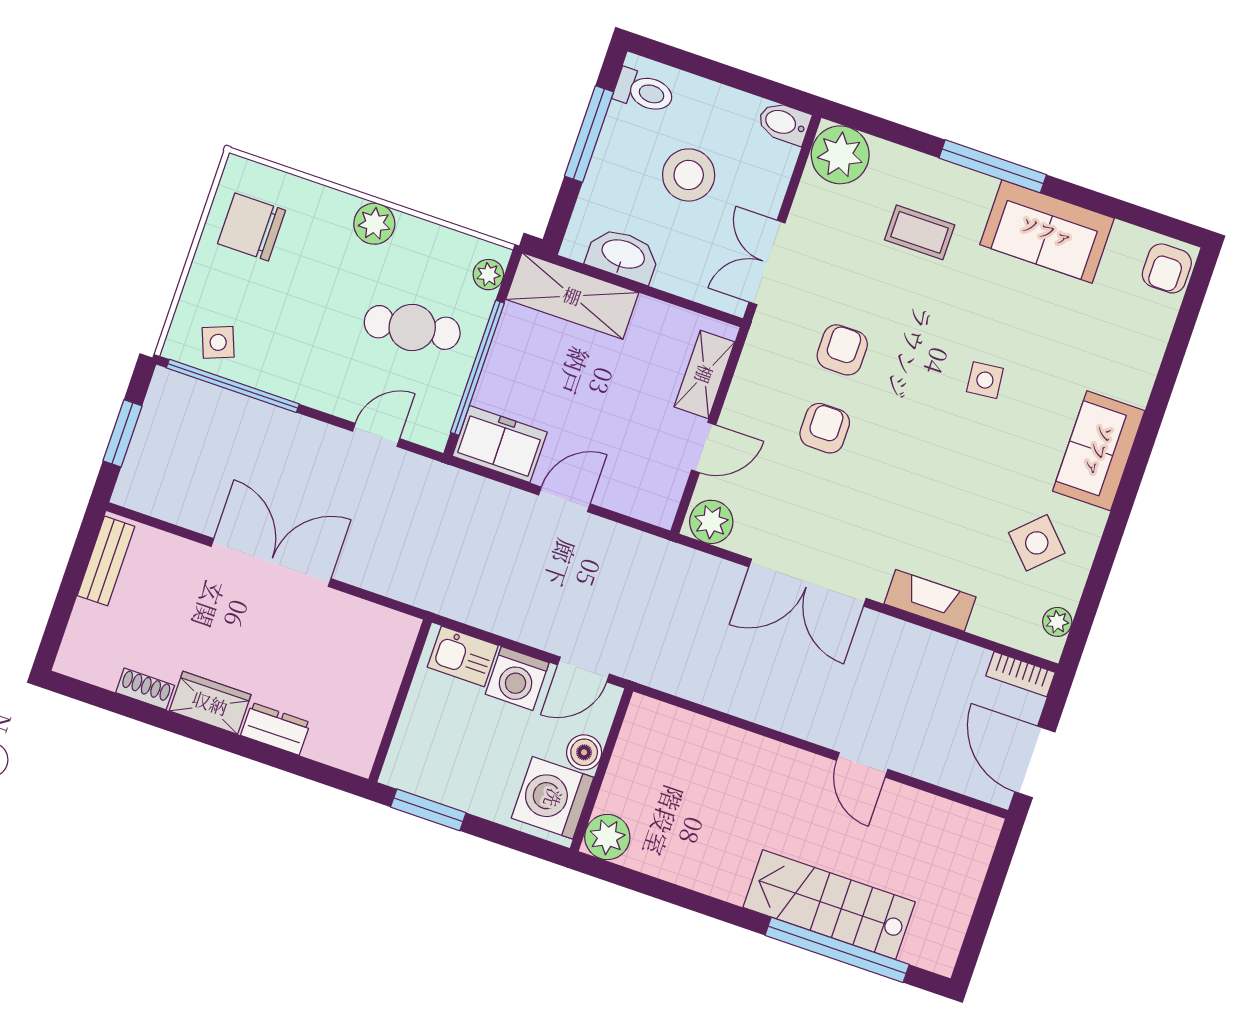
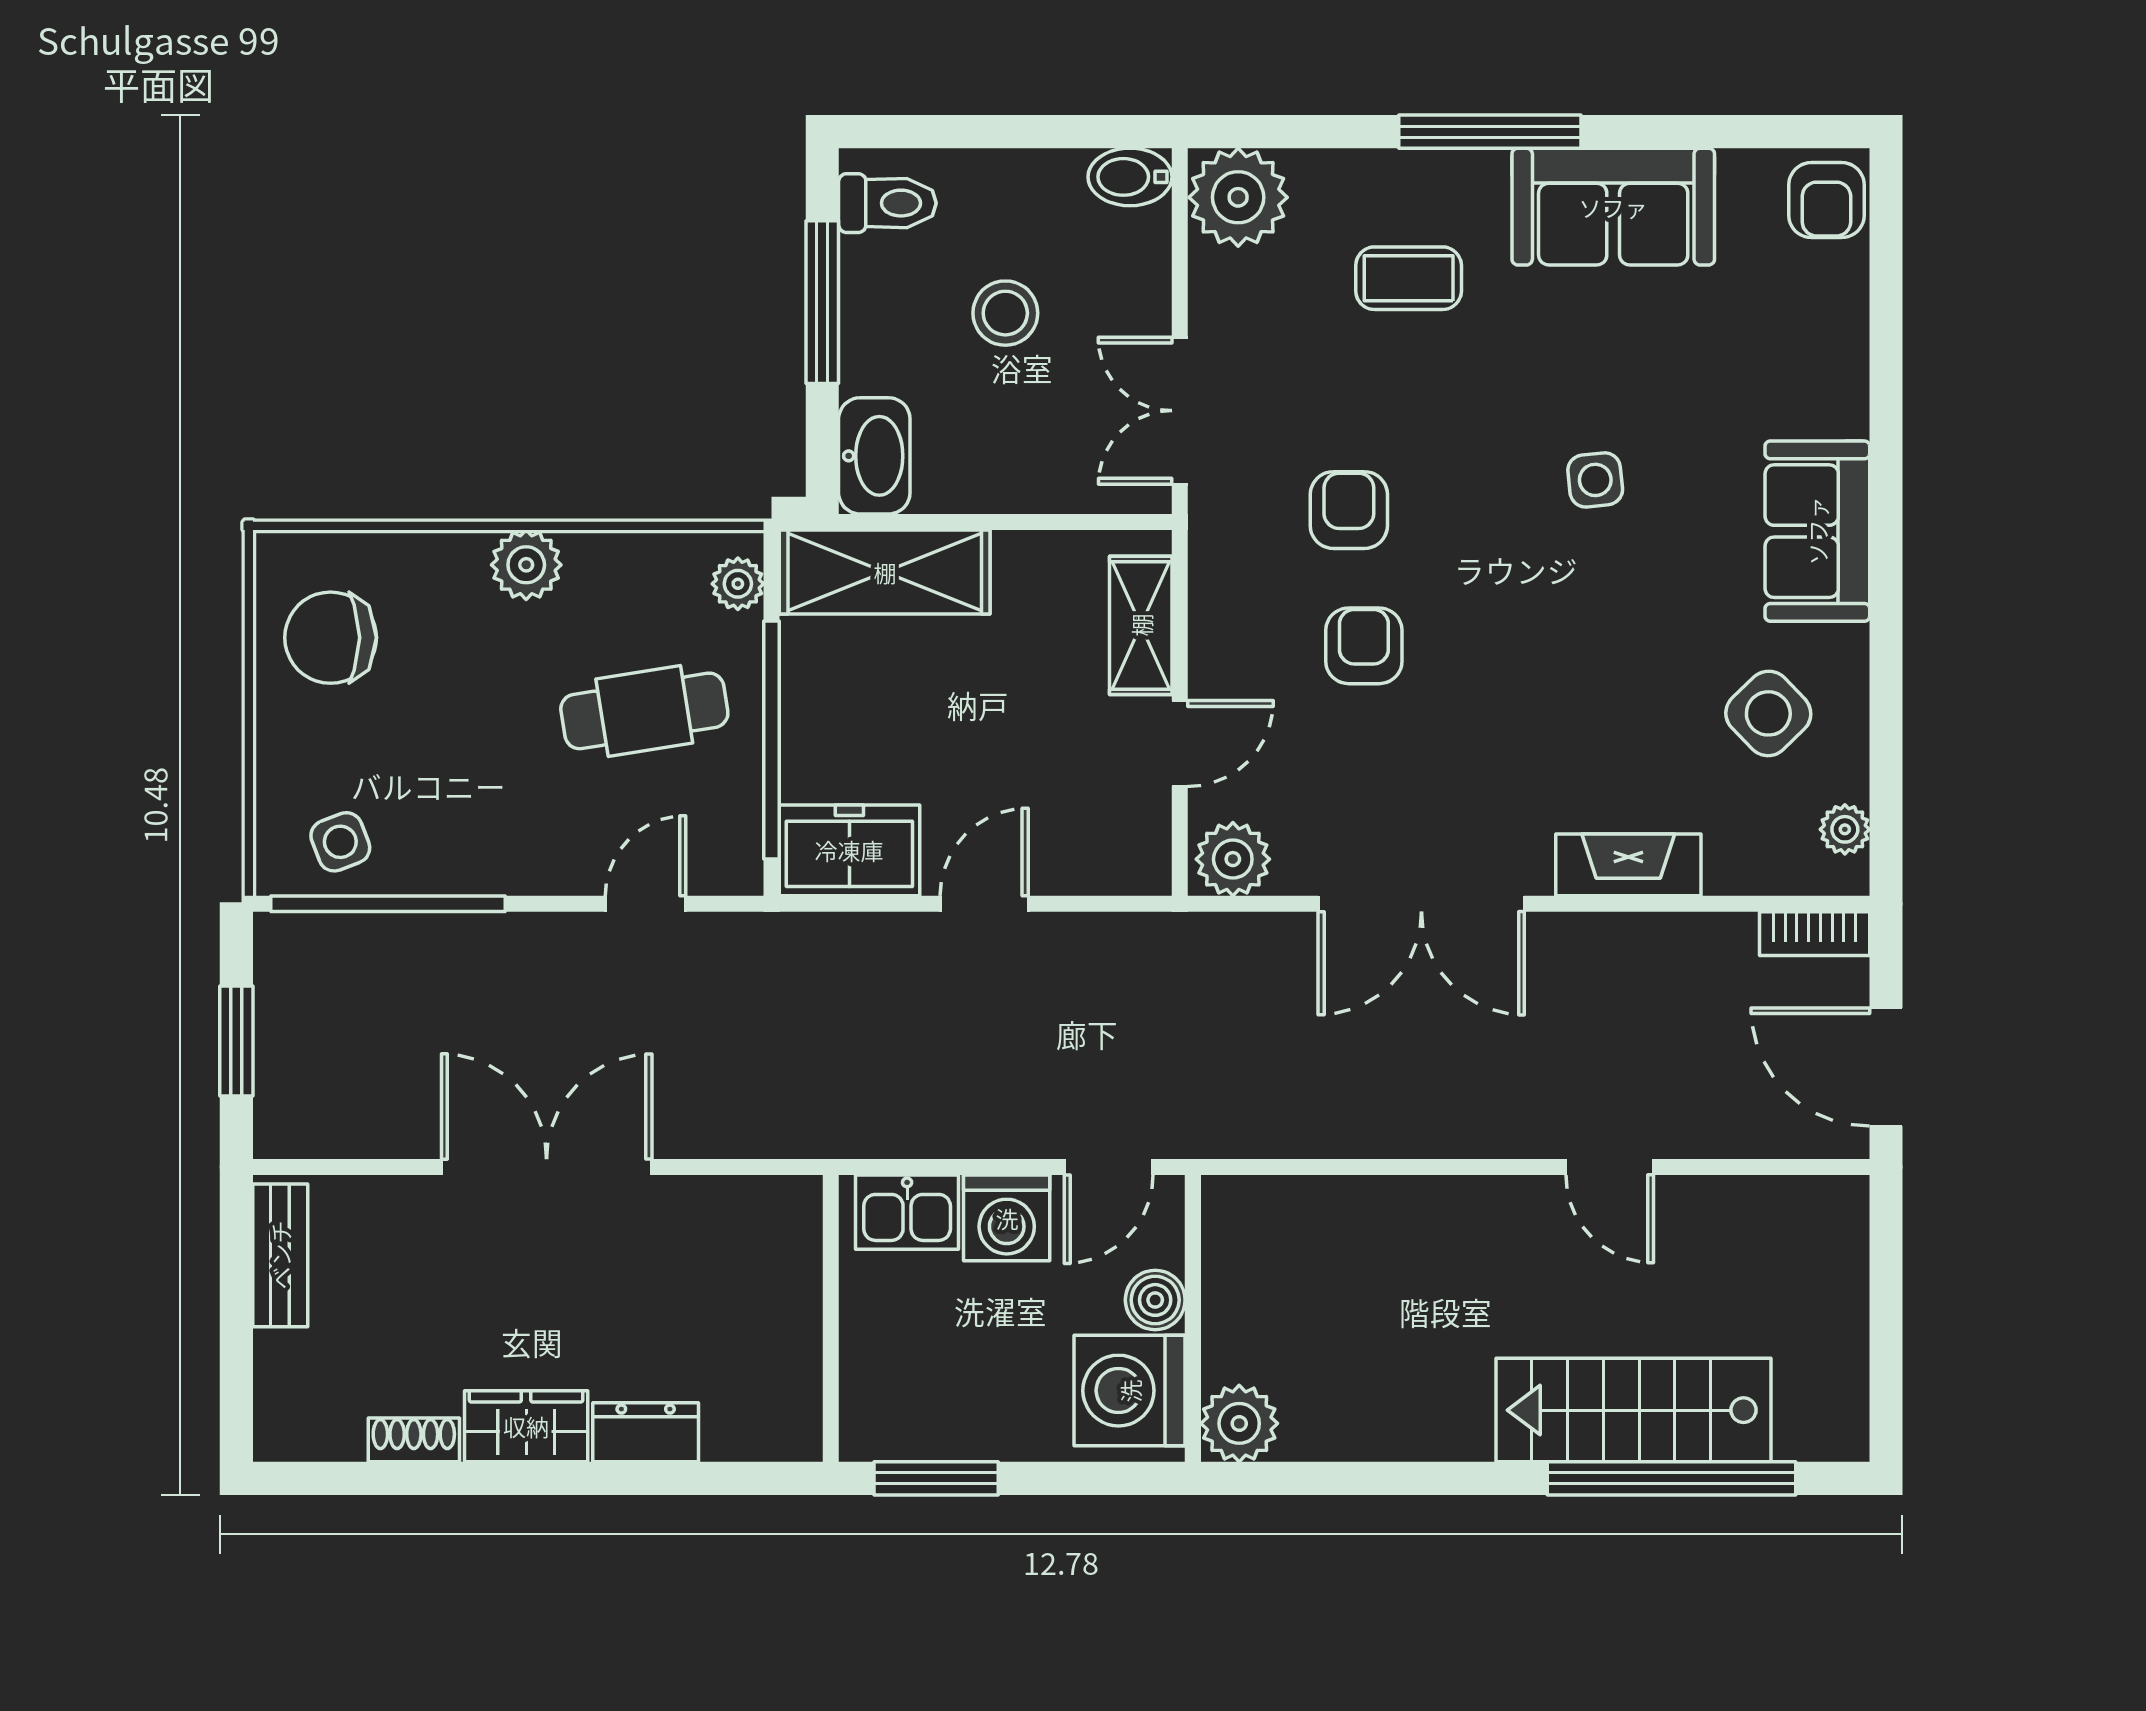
stool: (689, 175) -> (1005, 313), width x0.73, depth x0.73
washbasin: (623, 255) -> (874, 456), moved, turned 90

